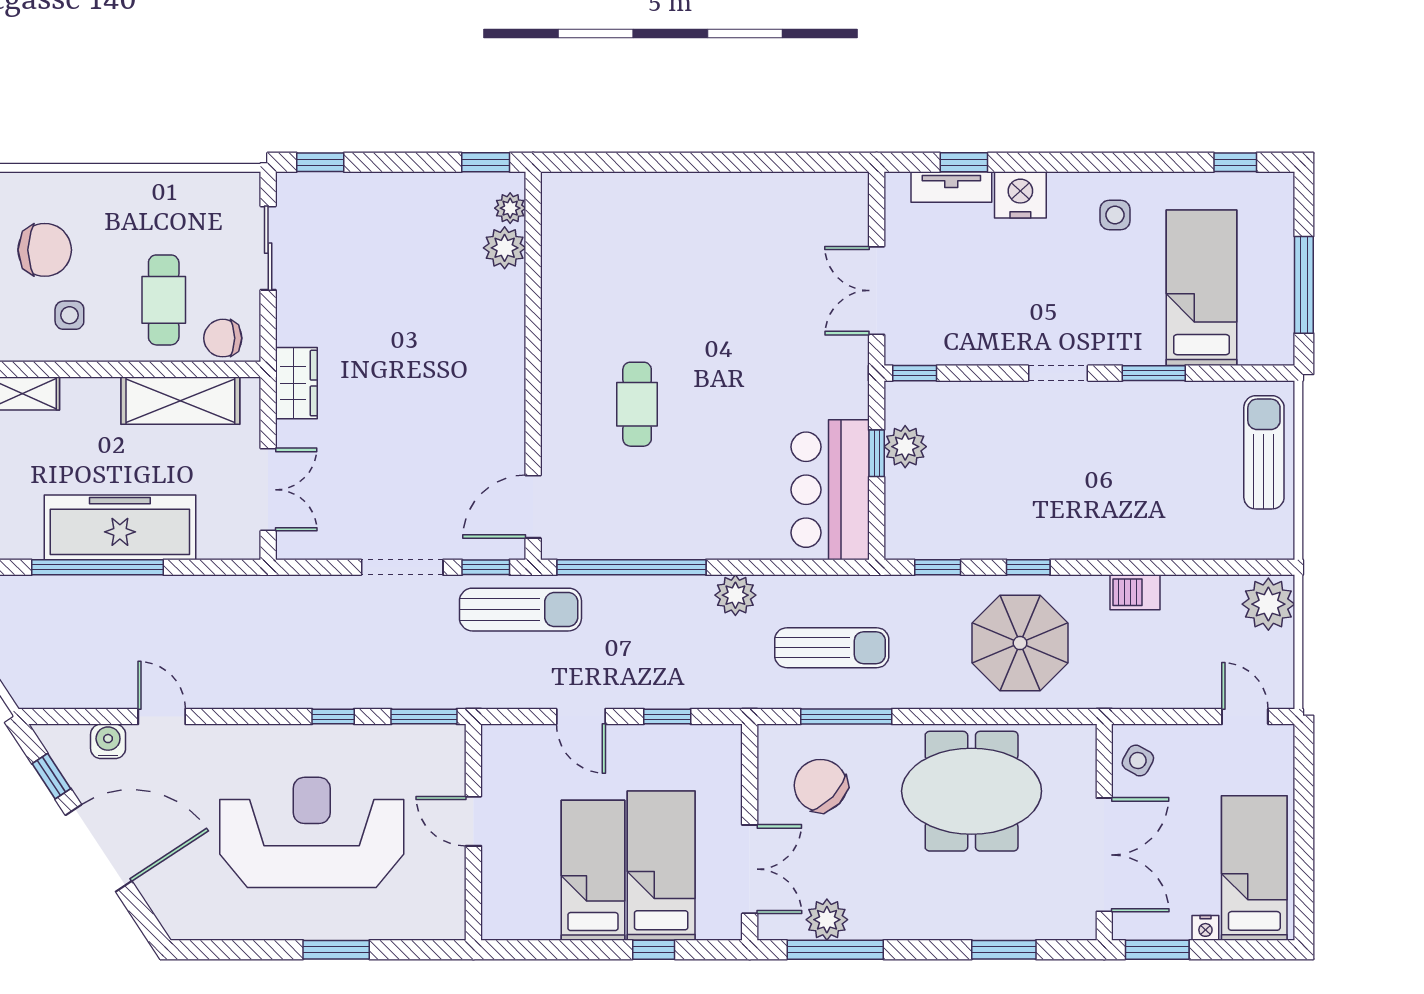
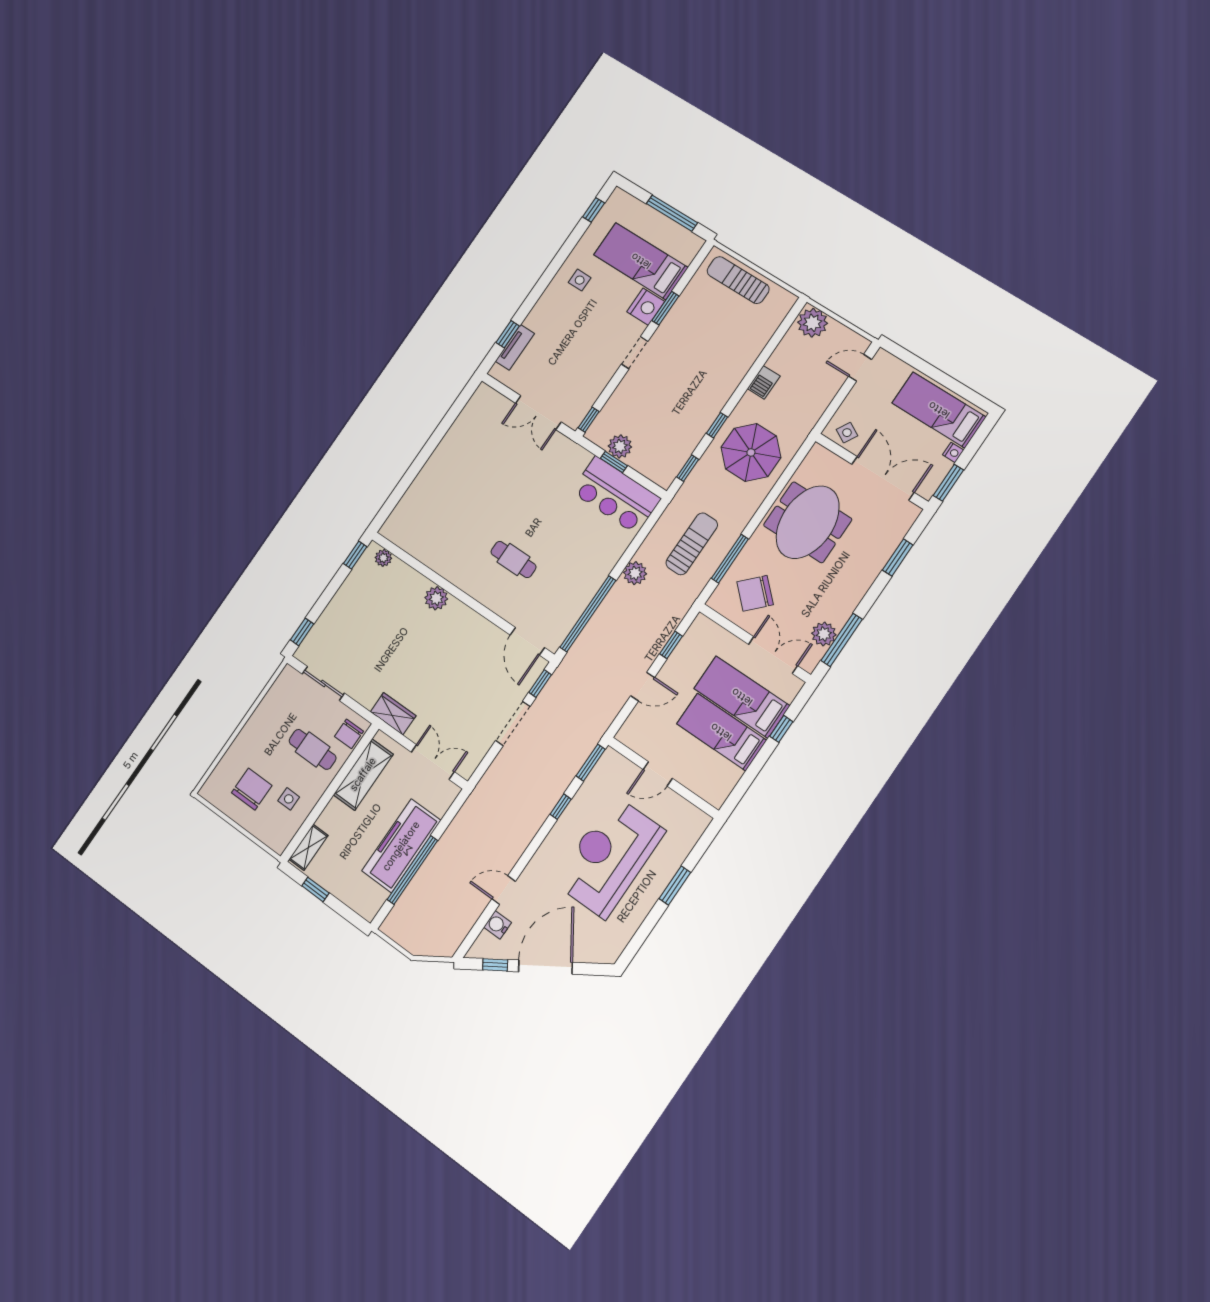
nightstand: (1020, 195) -> (646, 307), moved, turned 180
plant: (505, 248) -> (436, 598), moved
sun lounger: (520, 610) -> (572, 681), removed

